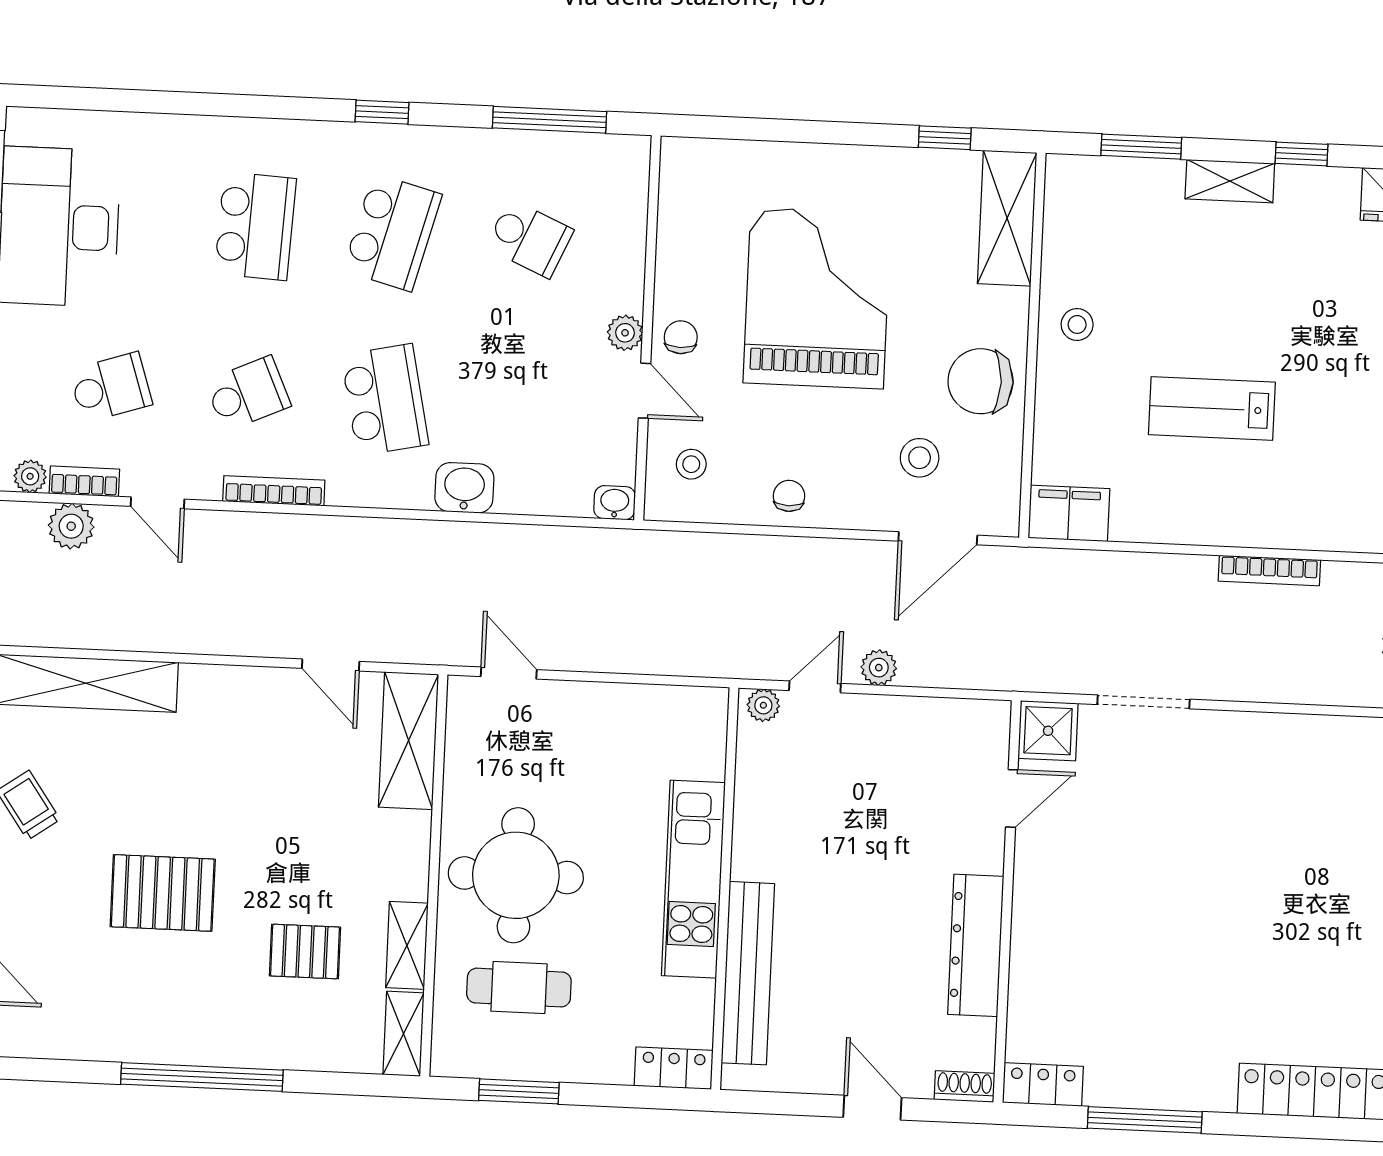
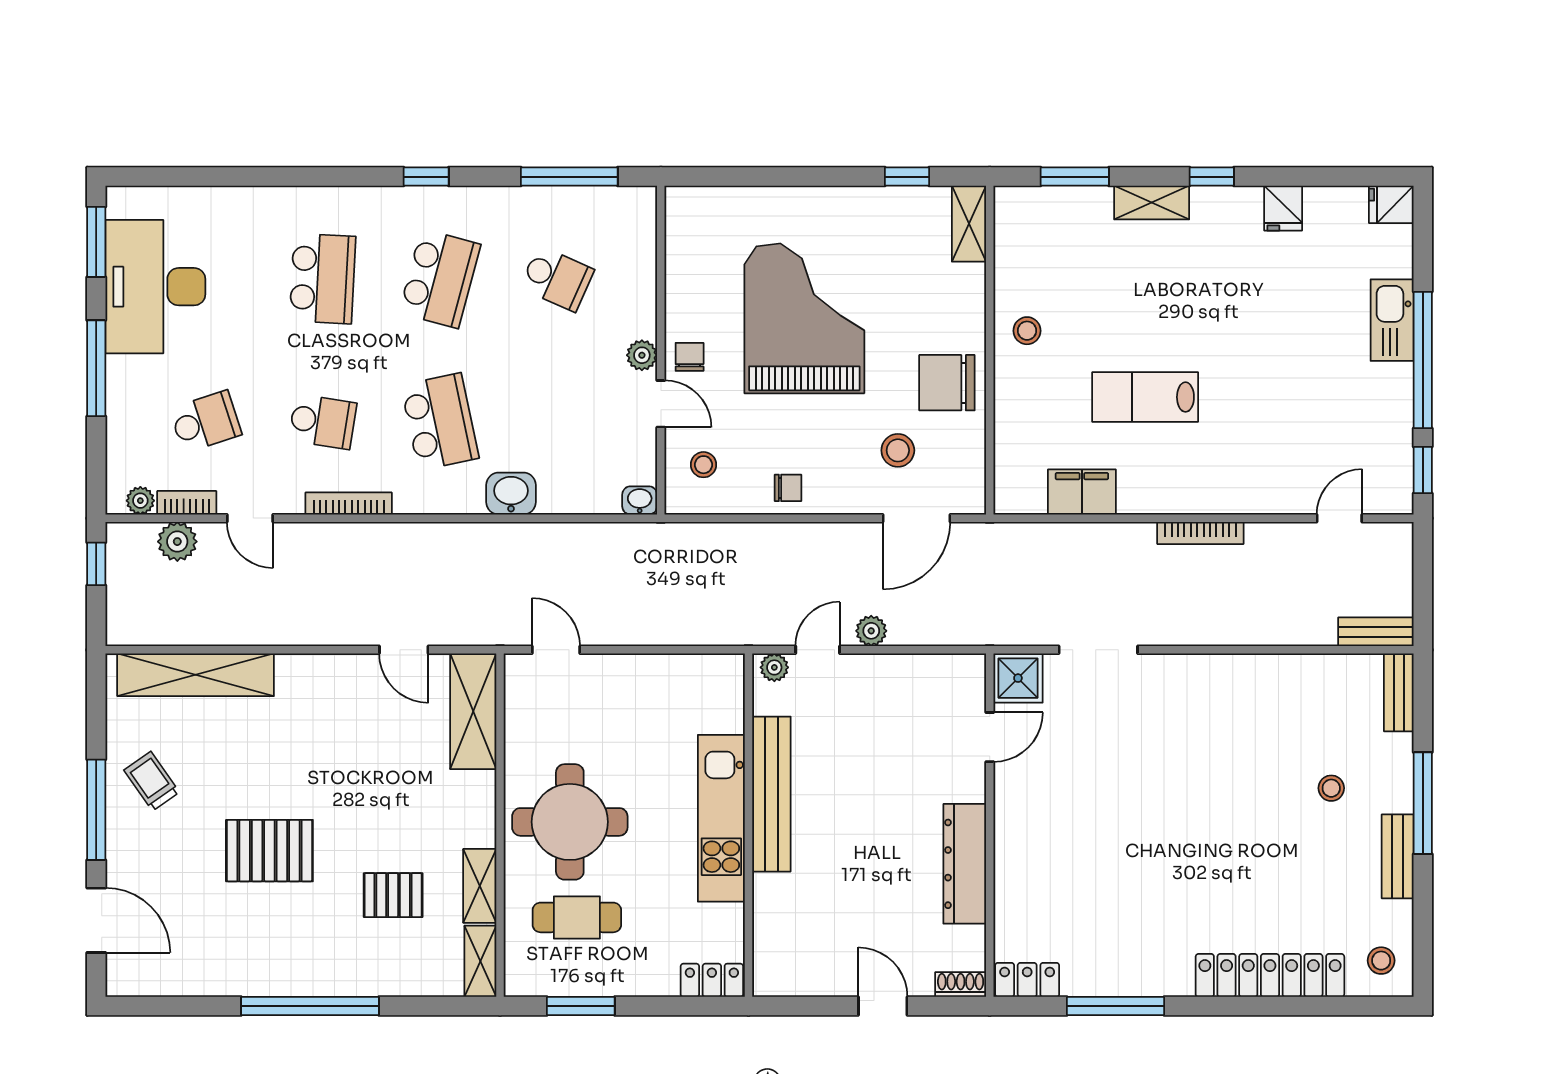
shelving: (1007, 218) -> (969, 224), width x0.67, depth x0.75
school desk: (248, 394) -> (323, 422), turned 33
chair: (789, 496) -> (788, 488), turned 90
filing cabinet: (1069, 513) -> (1082, 492), moved
bench: (748, 973) -> (771, 794), moved

